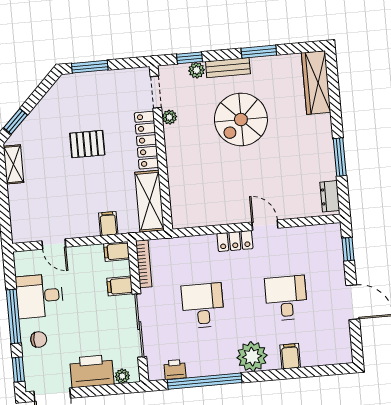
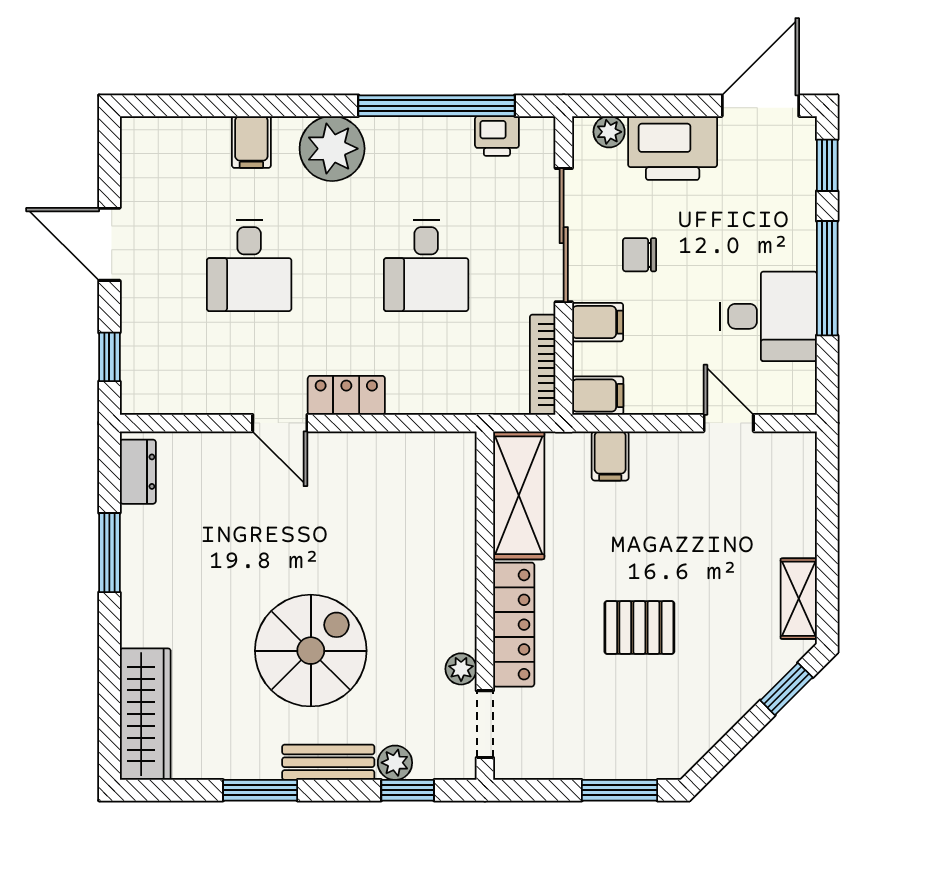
chair: (39, 339) -> (640, 255), moved

